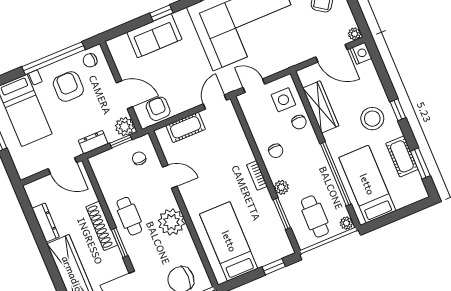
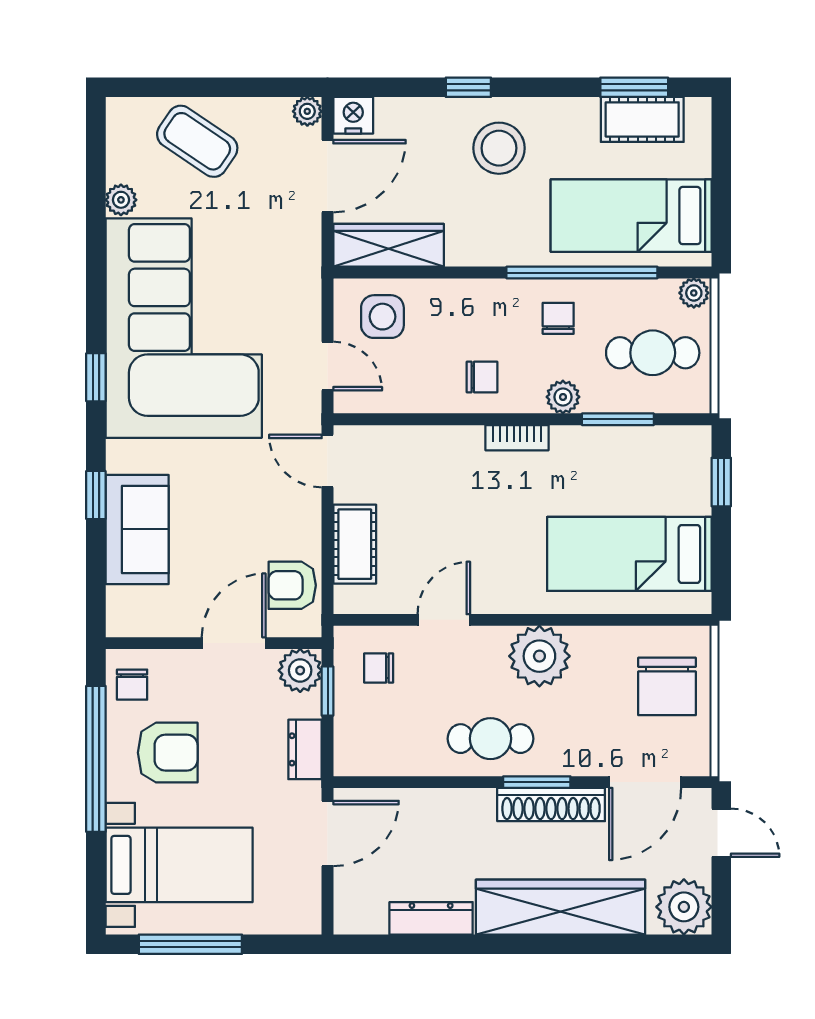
door: (254, 86) -> (328, 366), swing flipped
armchair: (68, 87) -> (168, 753), turned 180
wardrobe: (321, 107) -> (389, 245), moved
window: (398, 110) -> (468, 87), moved
chair: (299, 122) -> (558, 318), moved, turned -90
cot: (402, 156) -> (642, 119), moved
shoe rack: (102, 226) -> (551, 805), moved

